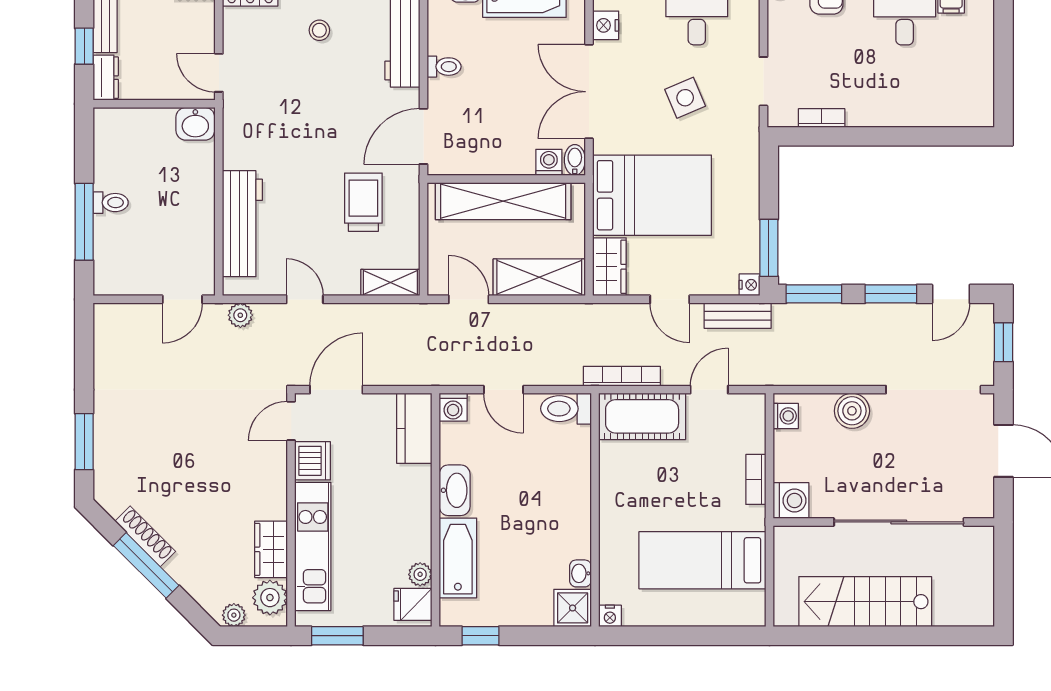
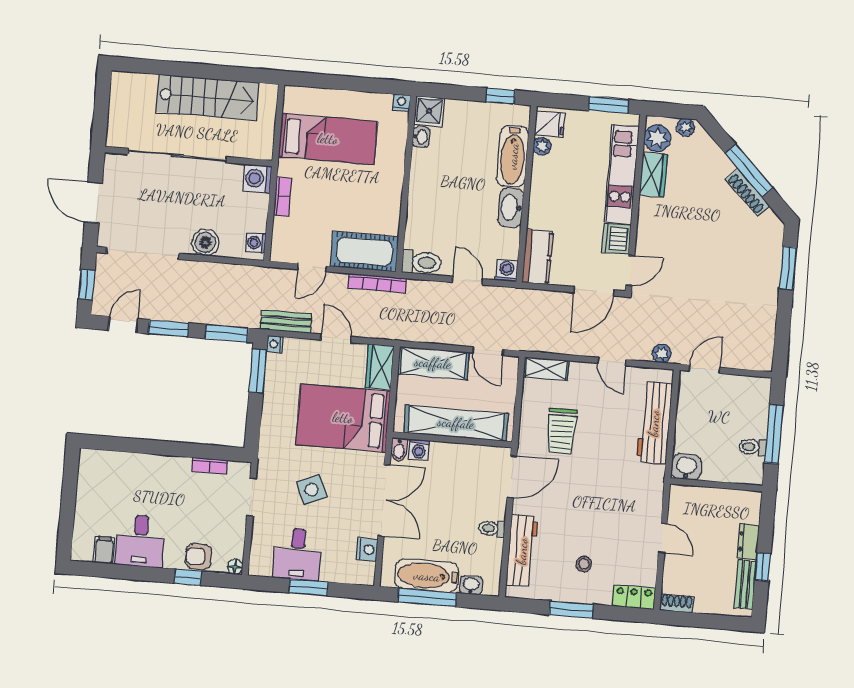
wall: (154, 104) -> (716, 485), moved
washbasin: (195, 124) -> (686, 467), moved

